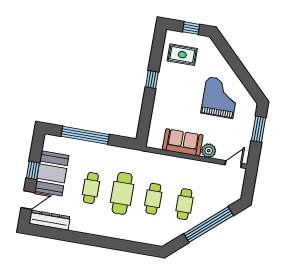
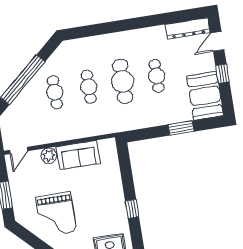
window: (85, 135) -> (181, 128), width x0.47
booth: (52, 173) -> (205, 96), moved

